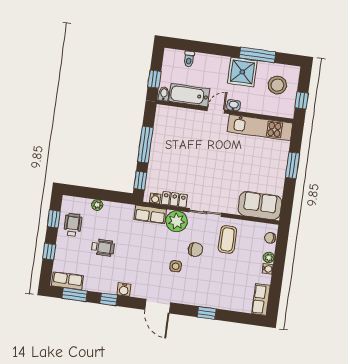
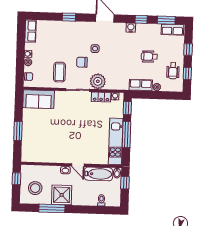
door: (216, 110) -> (78, 165), hinge flipped
kitchen unit: (260, 127) -> (116, 141), moved, turned -90
row of seats: (150, 214) -> (141, 85), moved

